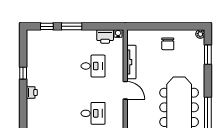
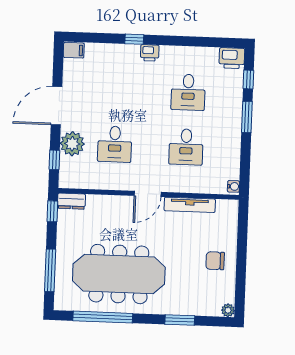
printer: (105, 36) -> (232, 58), moved, turned -90
window: (208, 55) -> (180, 320), moved
desk: (57, 66) -> (188, 92), added
window: (23, 73) -> (134, 39), moved

